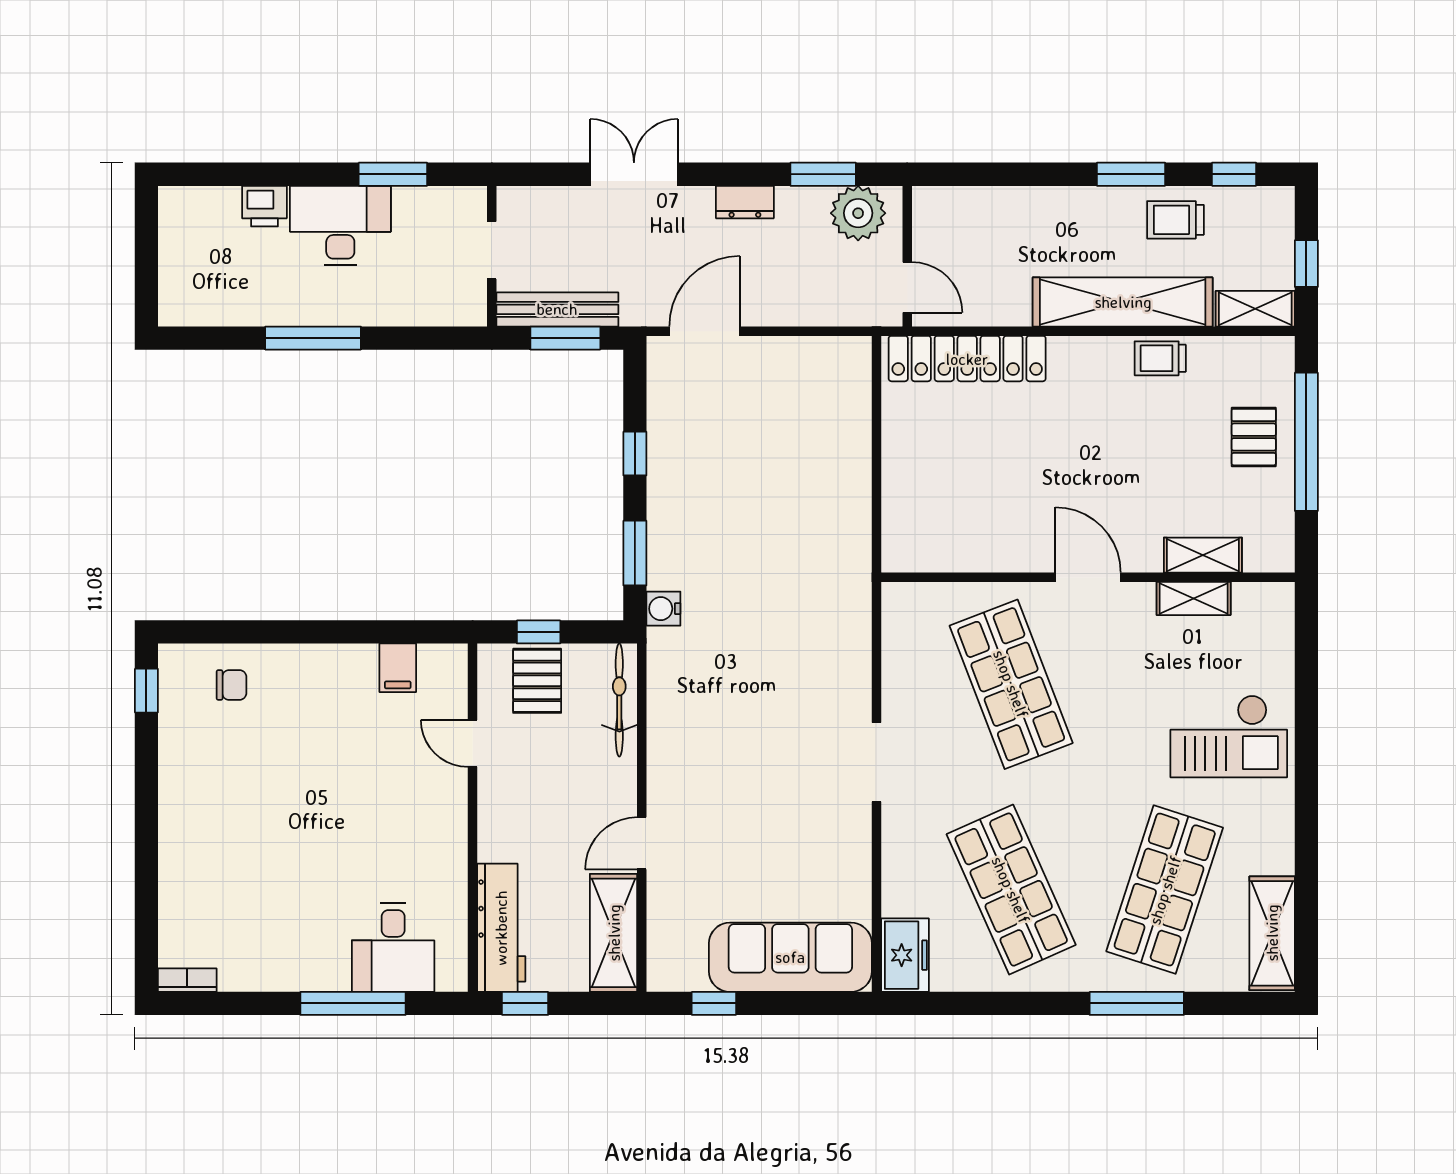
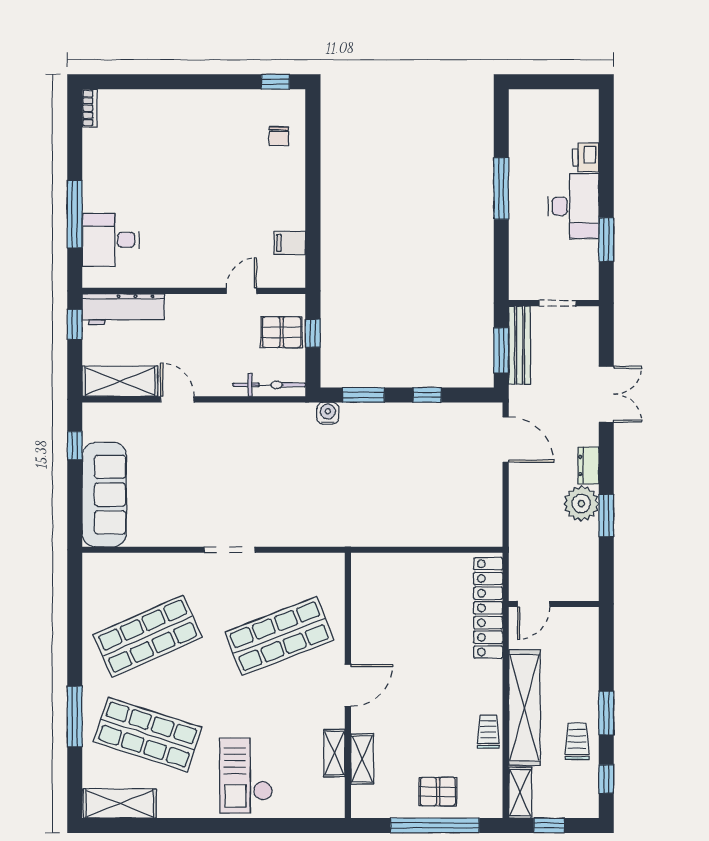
plant: (858, 213) -> (581, 504), moved
wall: (907, 256) -> (554, 604), moved
door: (907, 287) -> (534, 604), moved
freezer: (905, 955) -> (106, 568), removed

